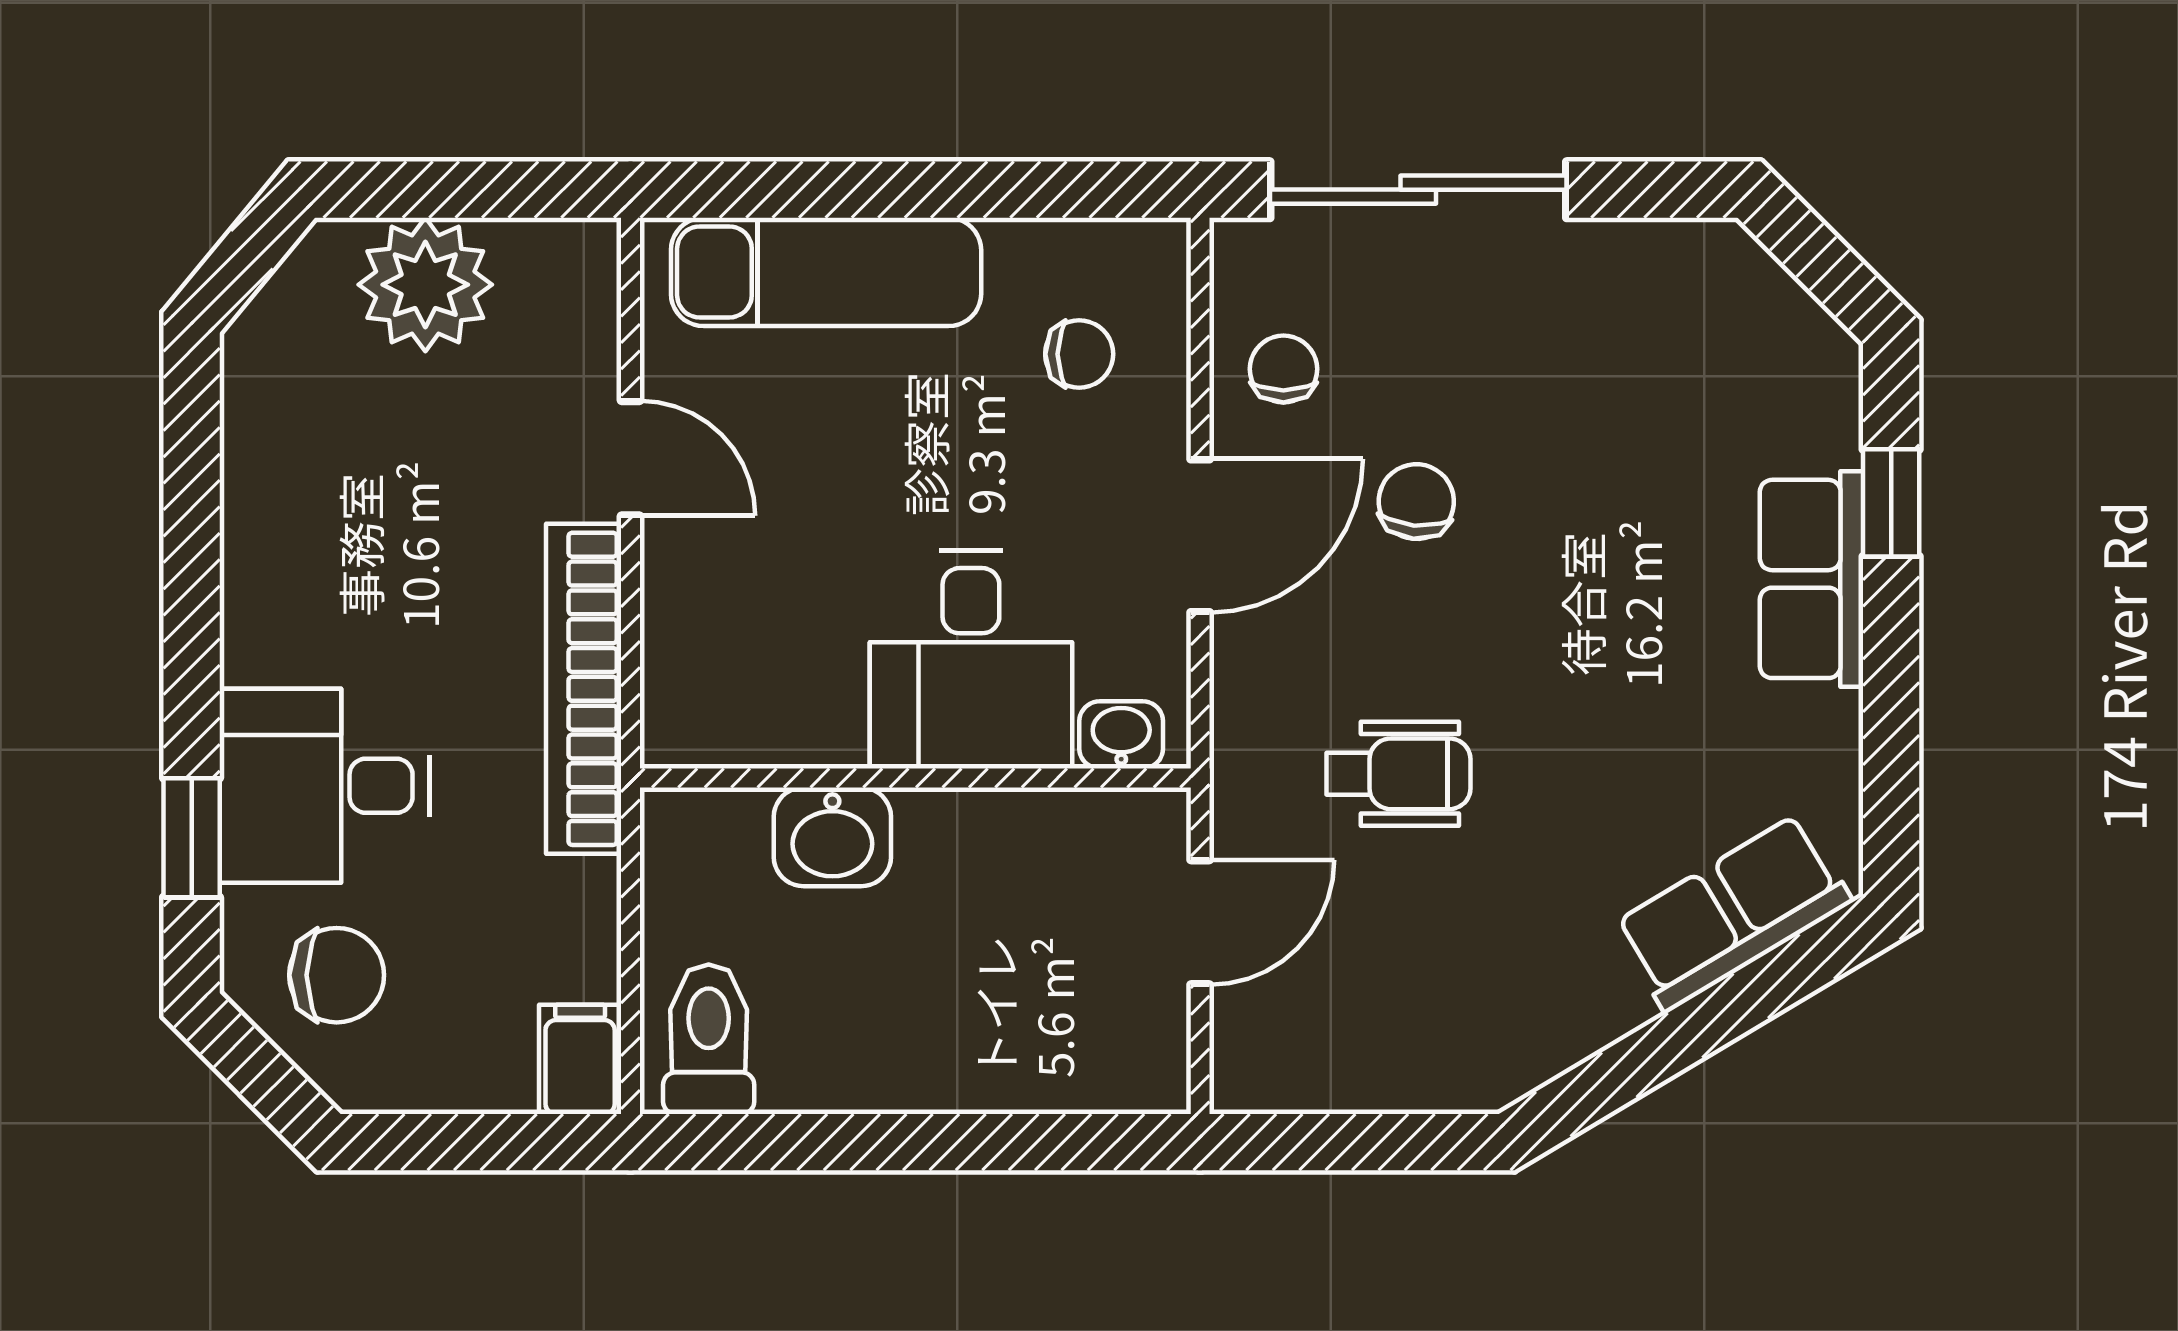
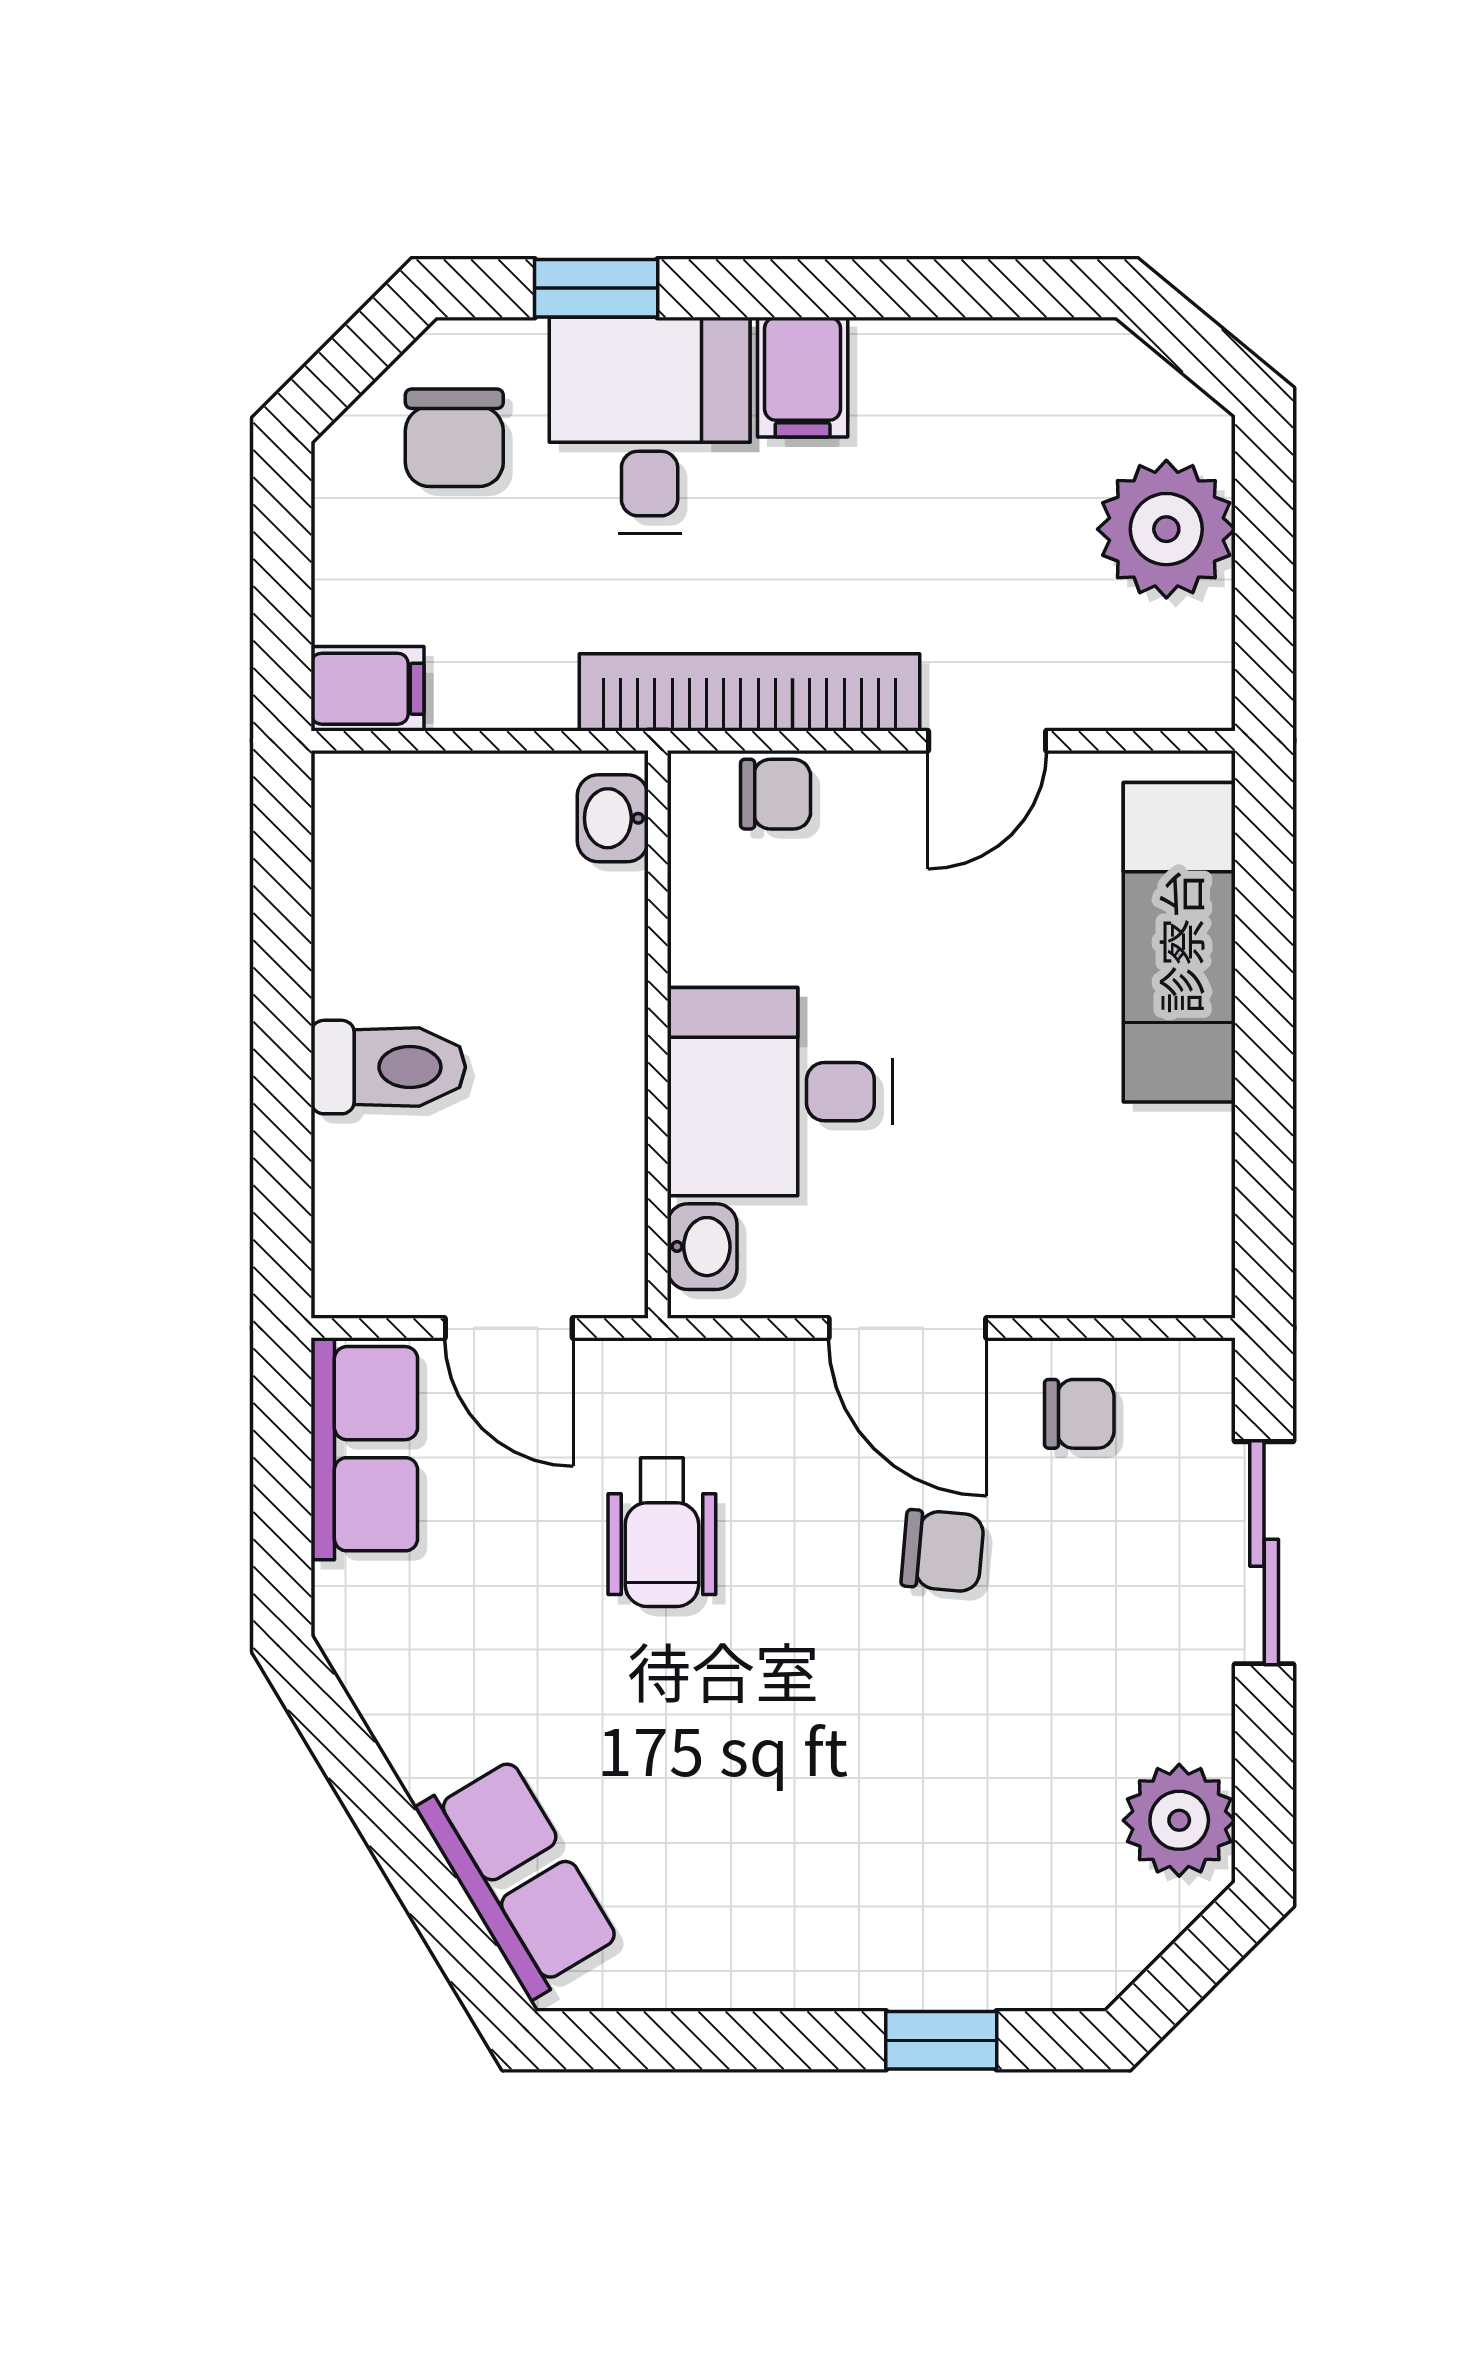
sliding door: (1418, 190) -> (1264, 1553), width x0.73
plant: (1678, 272) -> (1179, 1820), added
chair: (1079, 354) -> (776, 794), moved, turned -90
row of seats: (1812, 579) -> (364, 1449), moved, turned 90
filing cabinet: (278, 637) -> (803, 377), added
washbasin: (832, 837) -> (613, 818), moved, width x0.72, depth x0.69
toilet: (709, 1039) -> (388, 1067), moved

